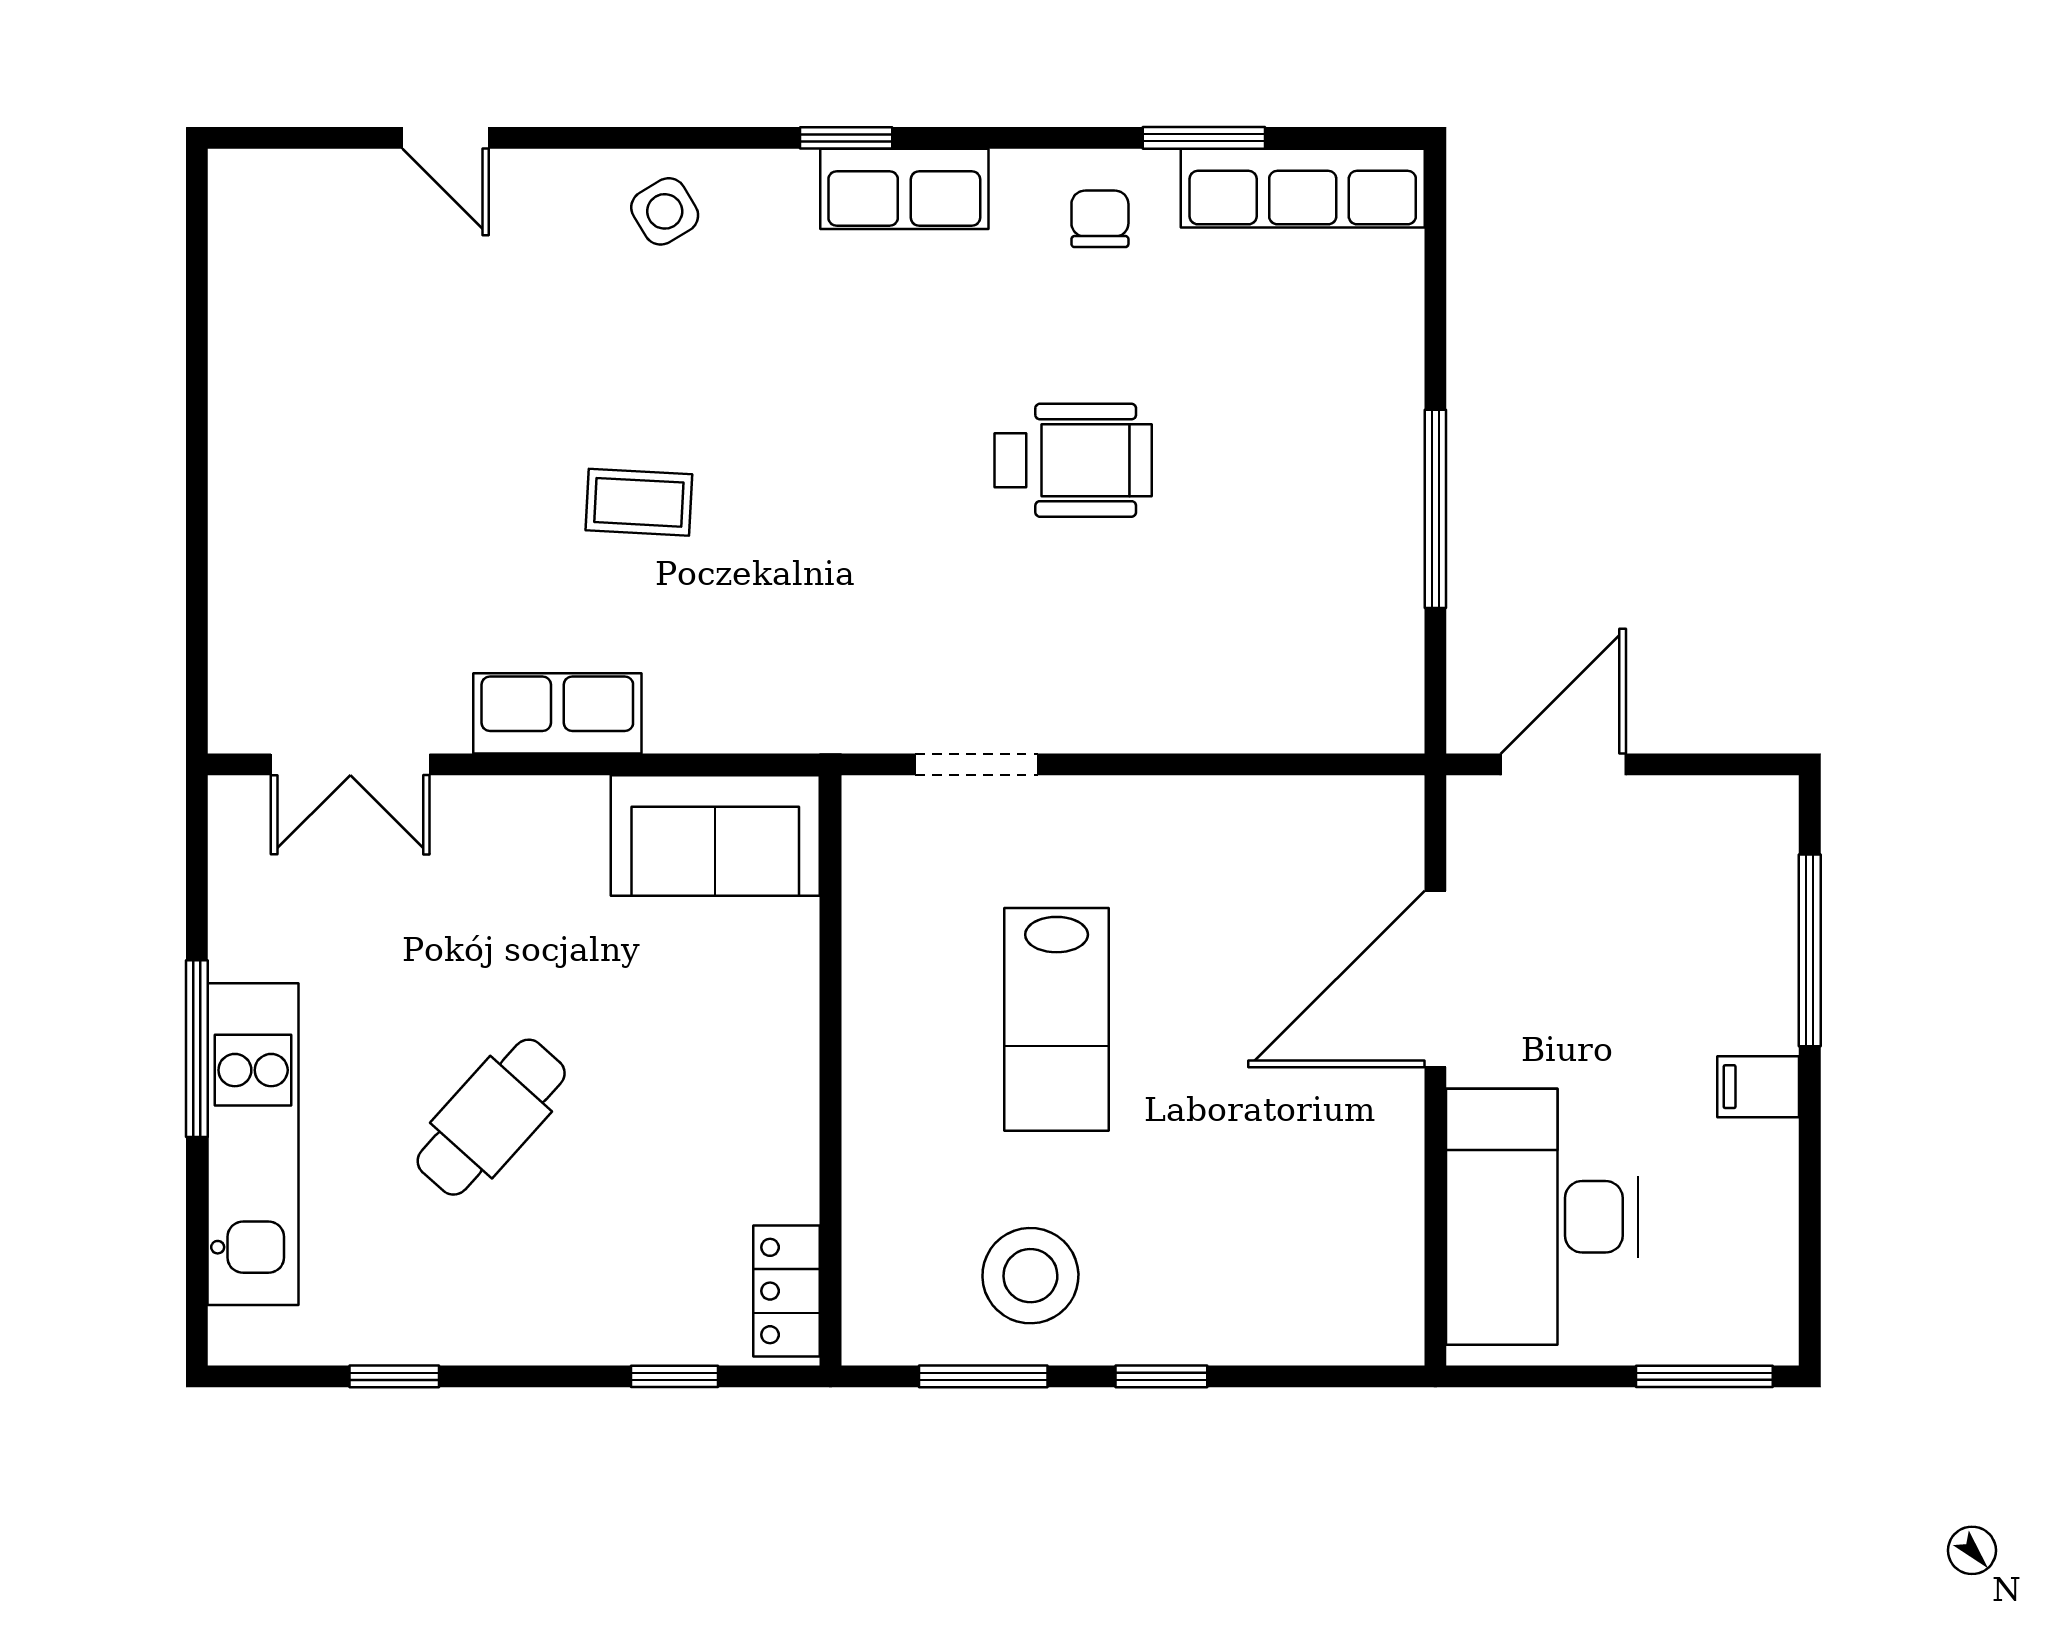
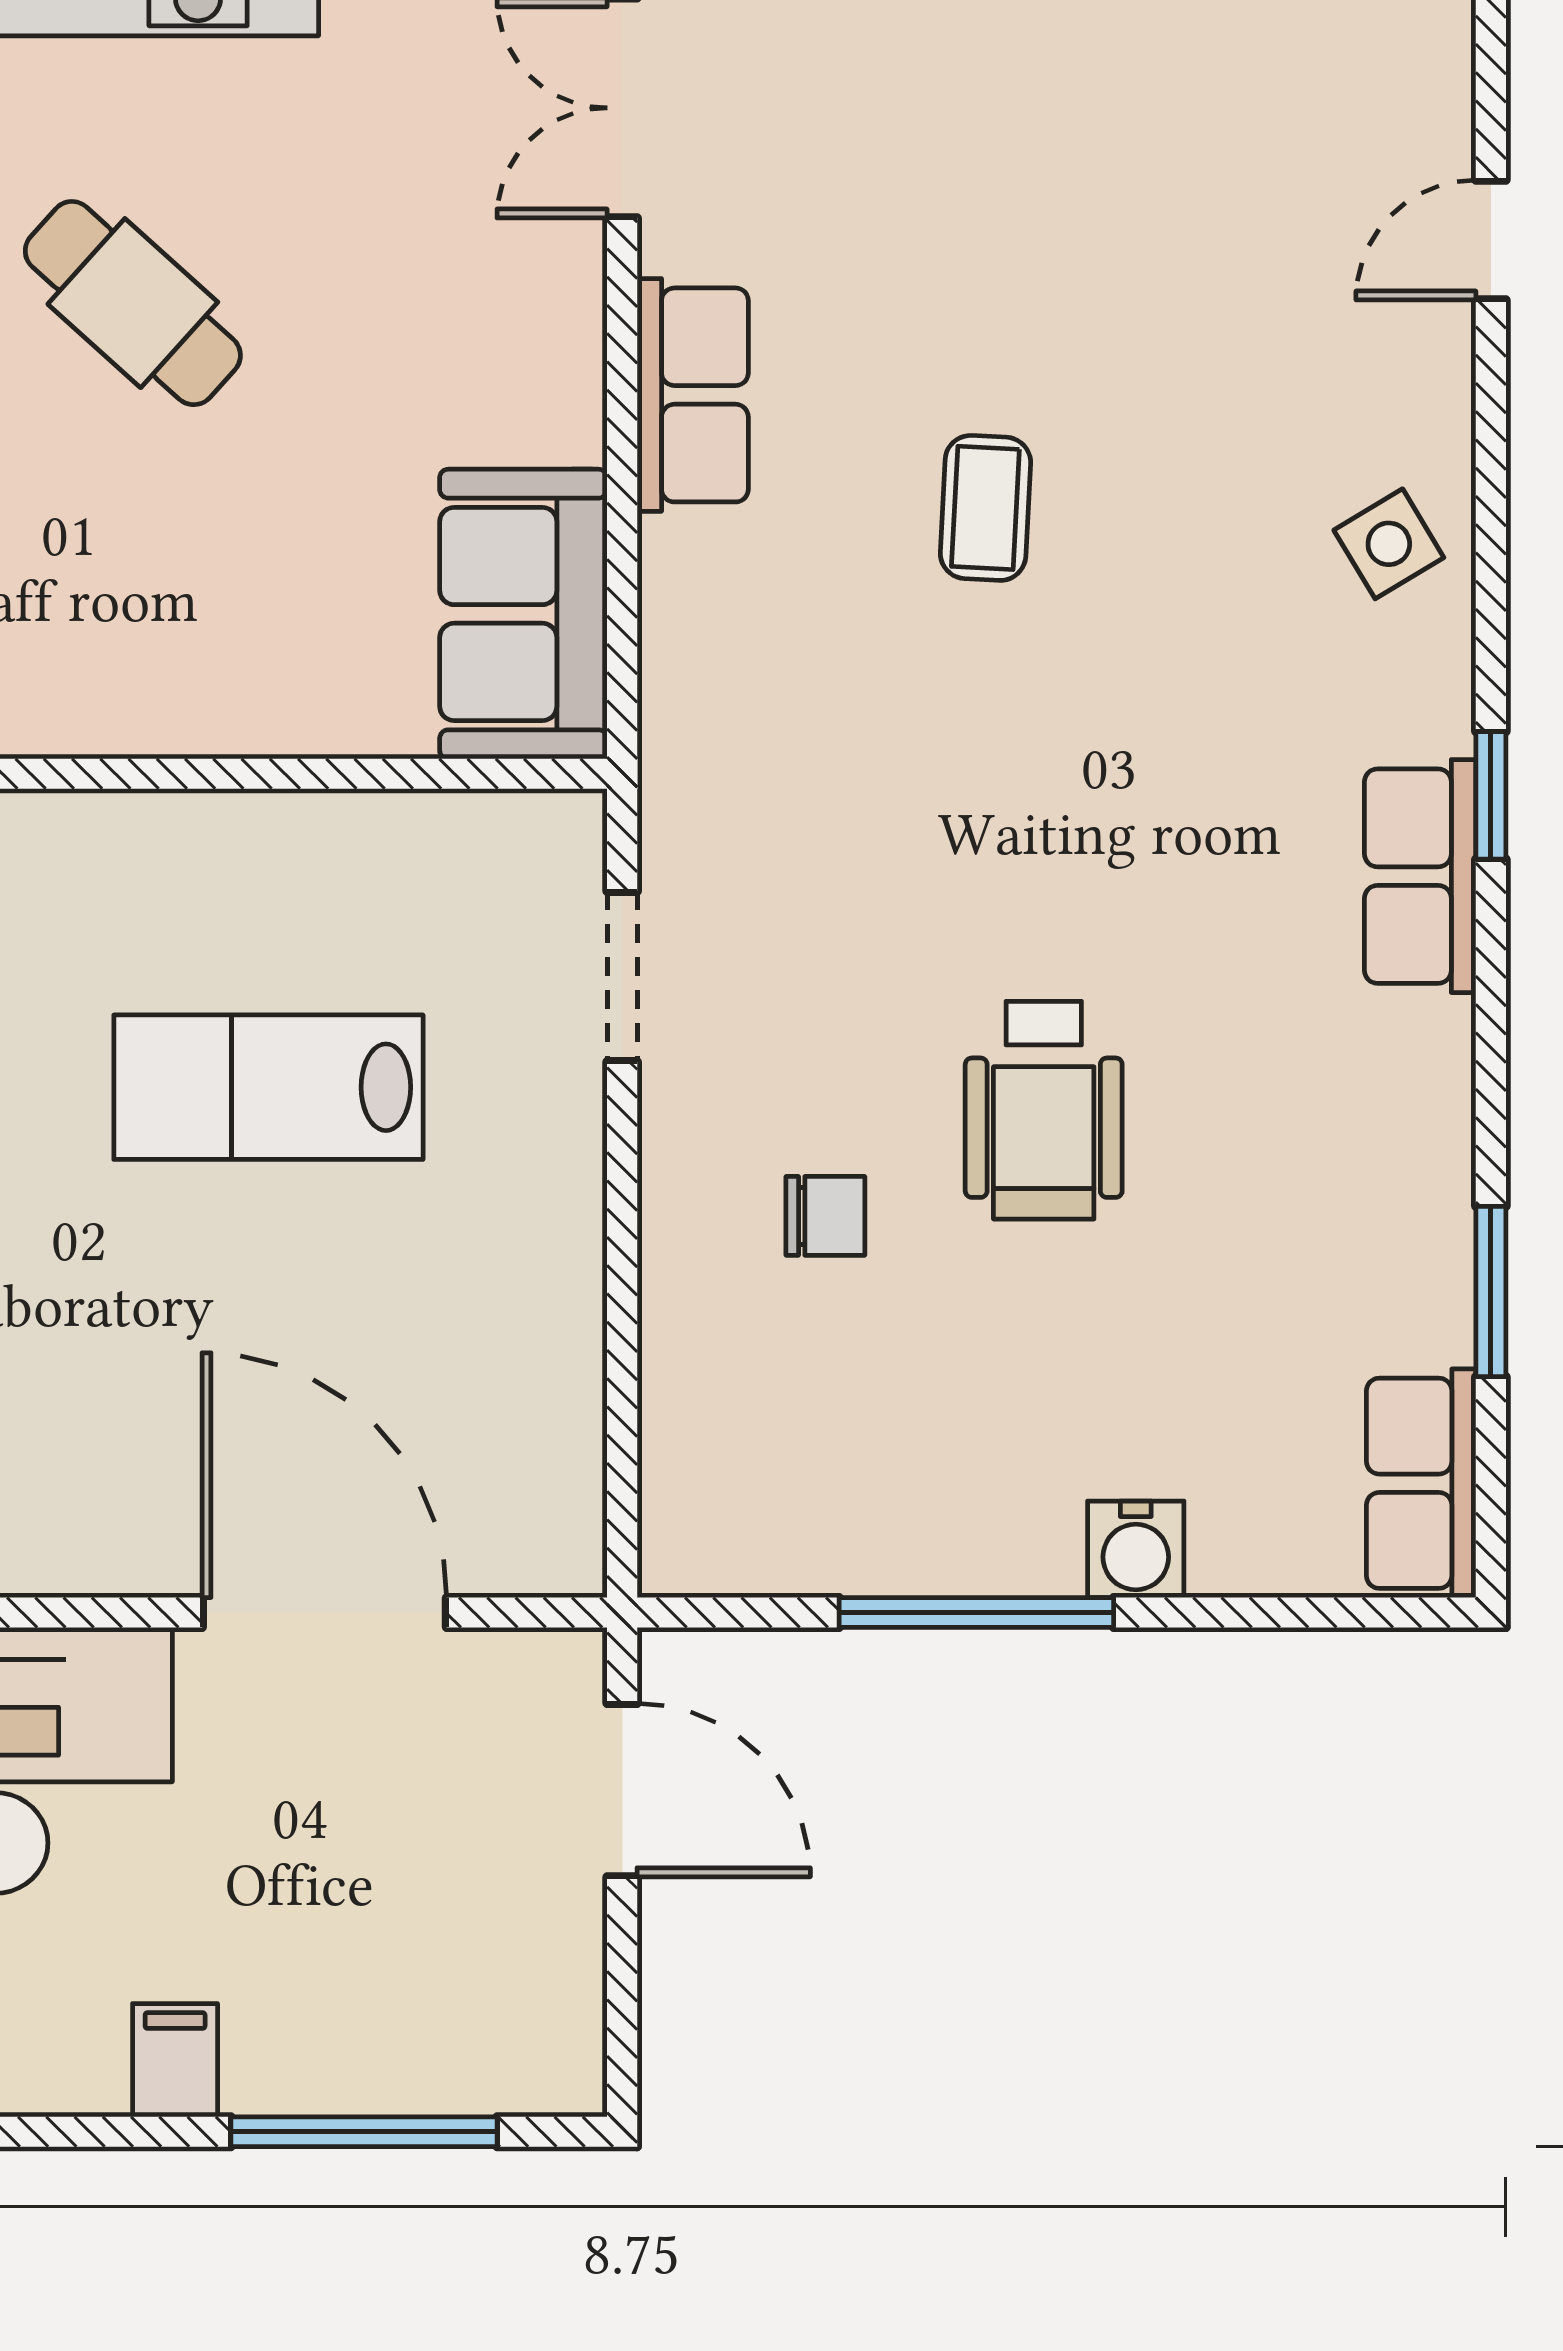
row of seats: (1303, 188) -> (1421, 1483), width x0.68
chair: (1100, 219) -> (825, 1216), moved
water cooler: (1390, 394) -> (1136, 1549), added

